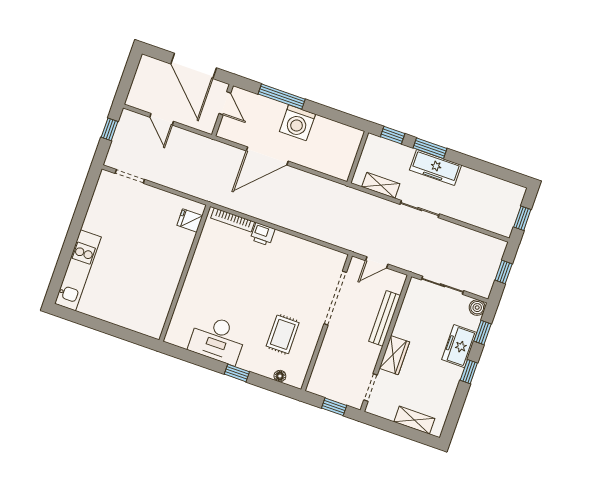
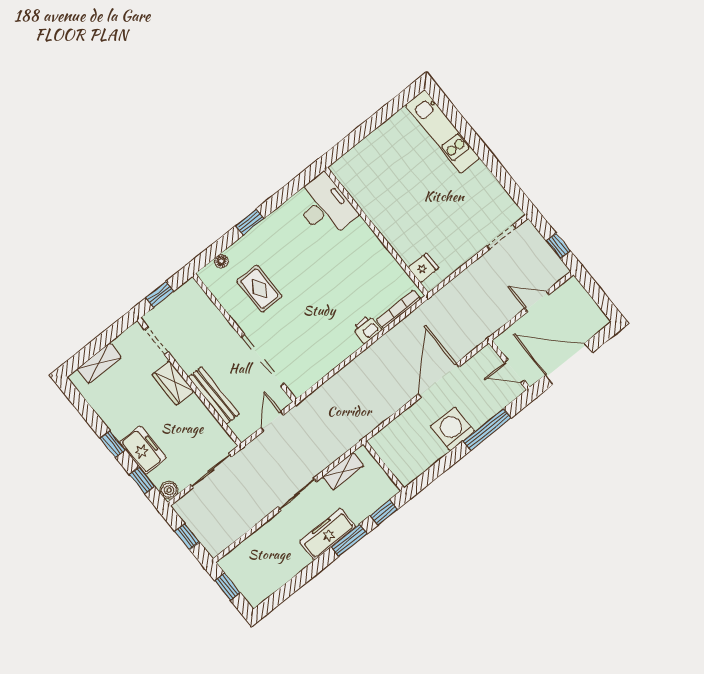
desk: (217, 339) -> (325, 206), moved, turned 90

